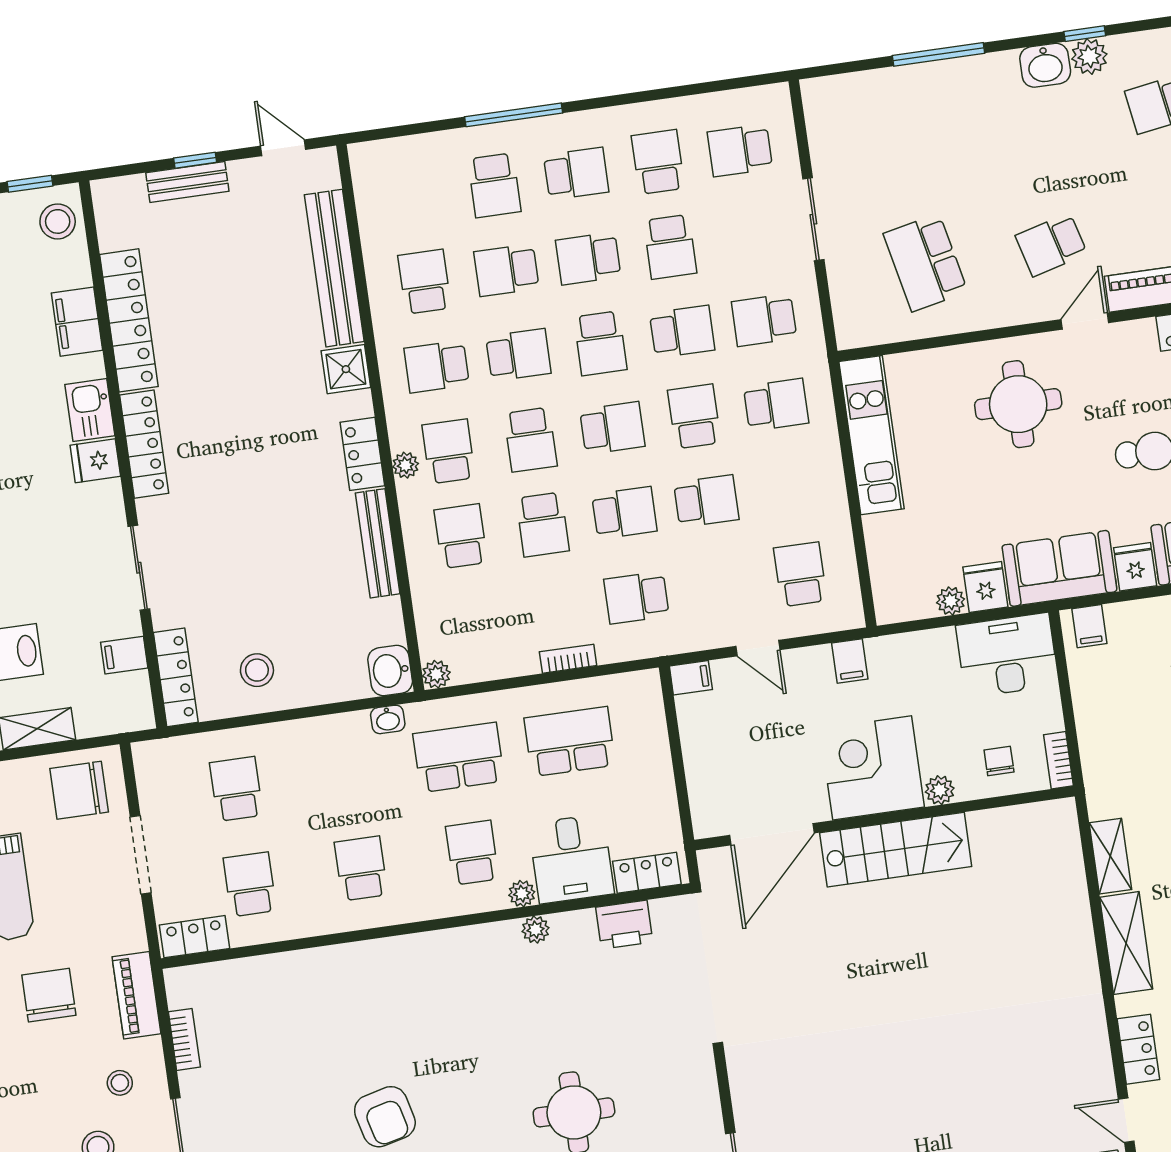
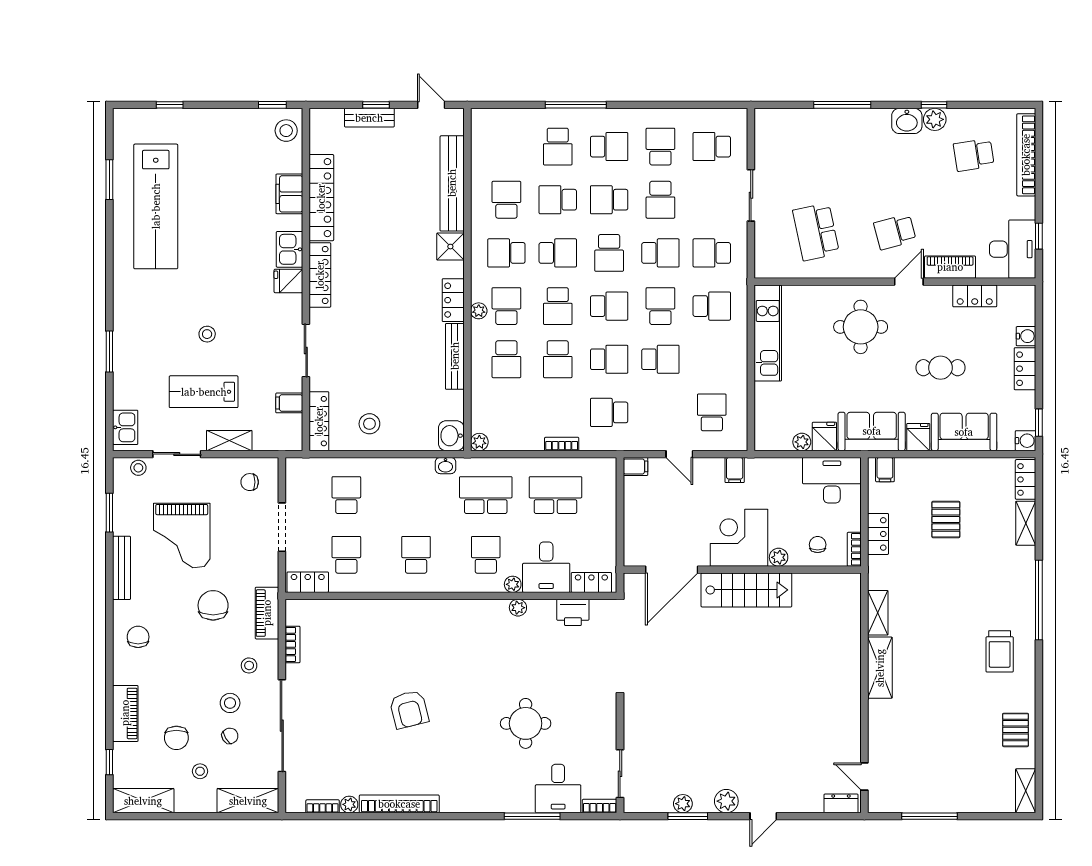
school desk: (461, 536) -> (506, 359), turned 180
chair: (79, 790) -> (250, 482), width x0.54, depth x0.54
locker: (1138, 1049) -> (878, 534), moved

